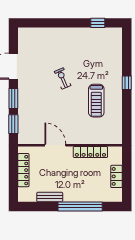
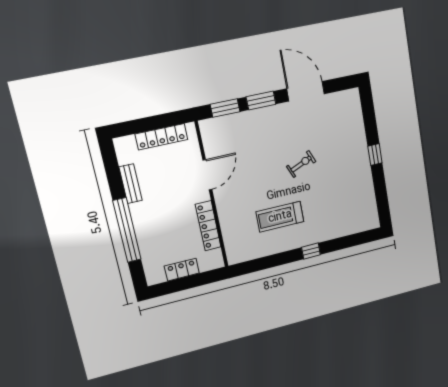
window: (98, 23) -> (375, 155), moved

